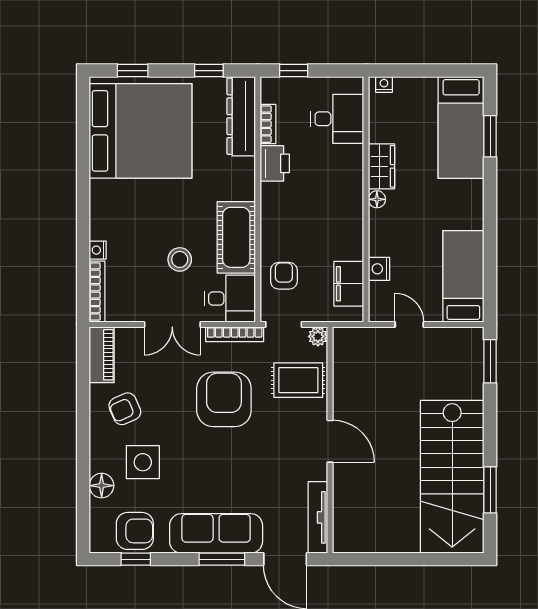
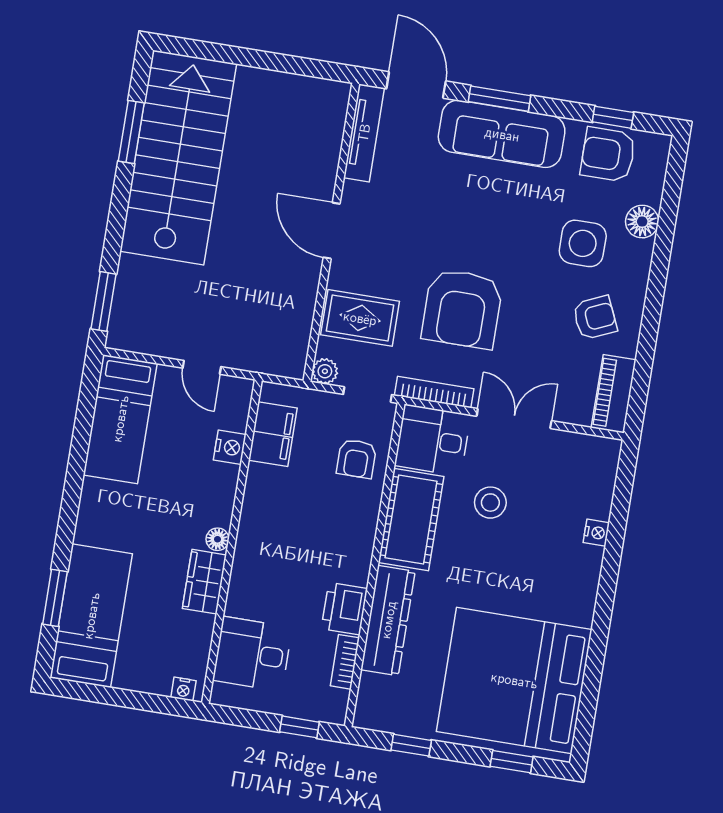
dresser: (241, 116) -> (388, 620), moved
bookcase: (97, 291) -> (606, 478), removed

